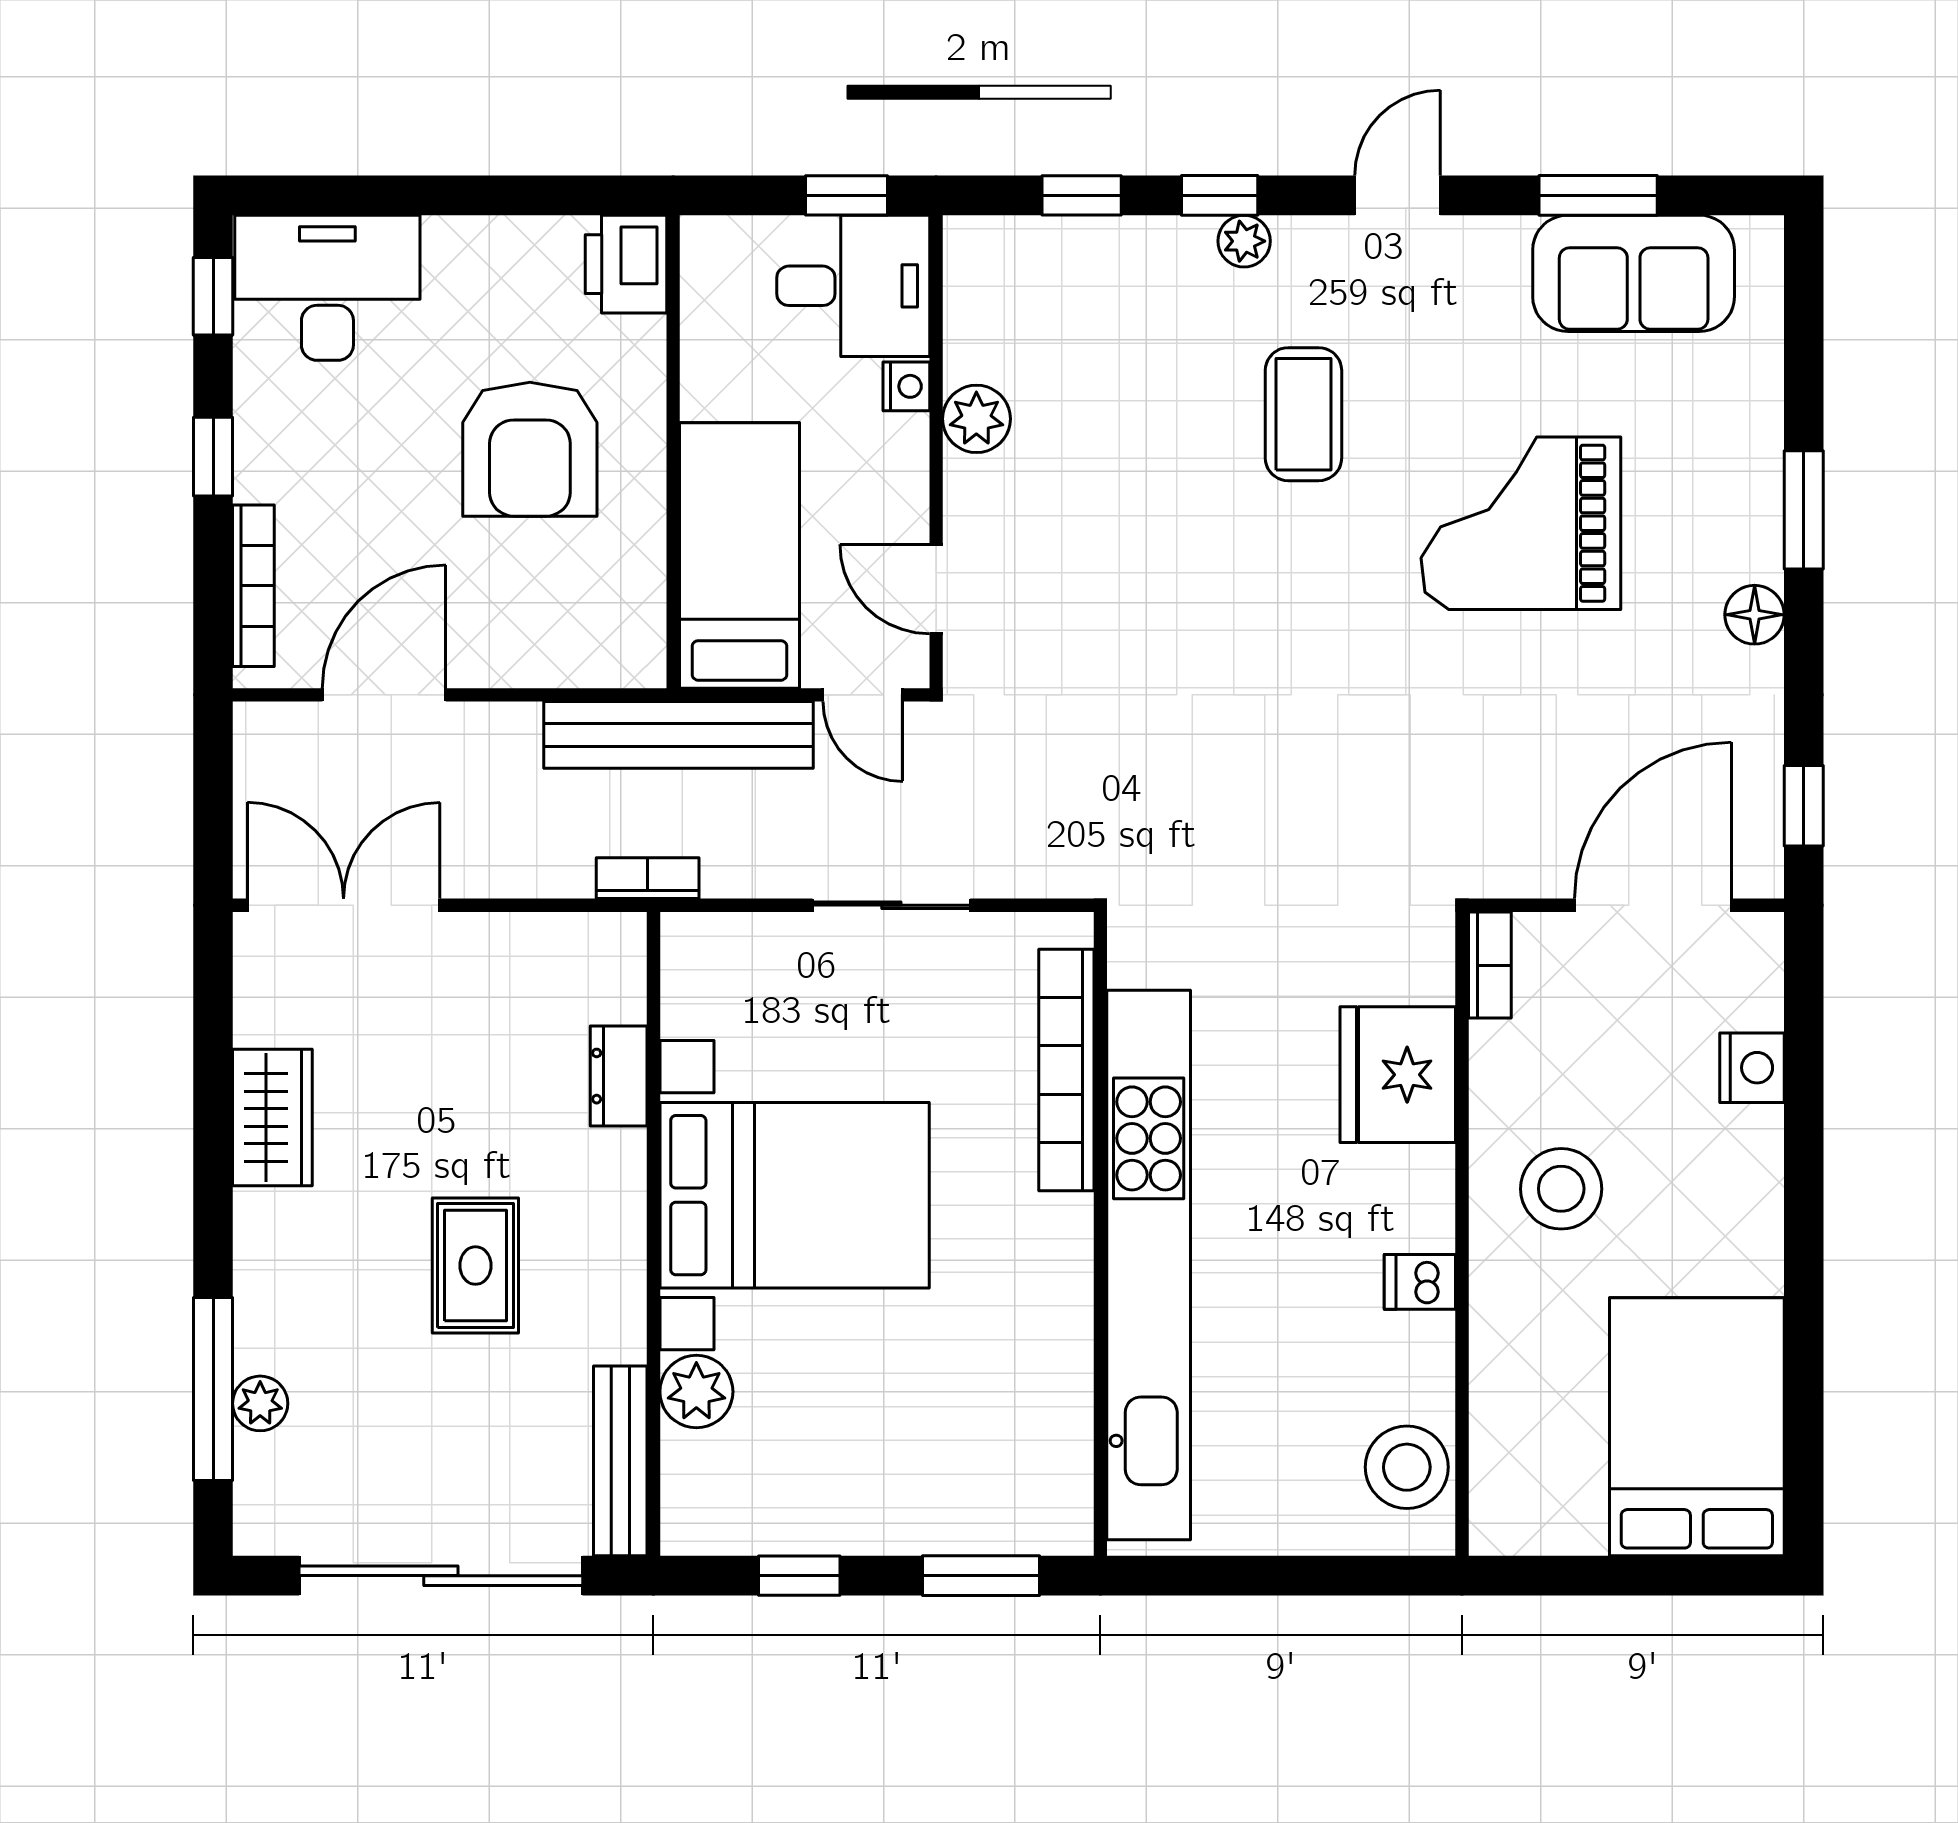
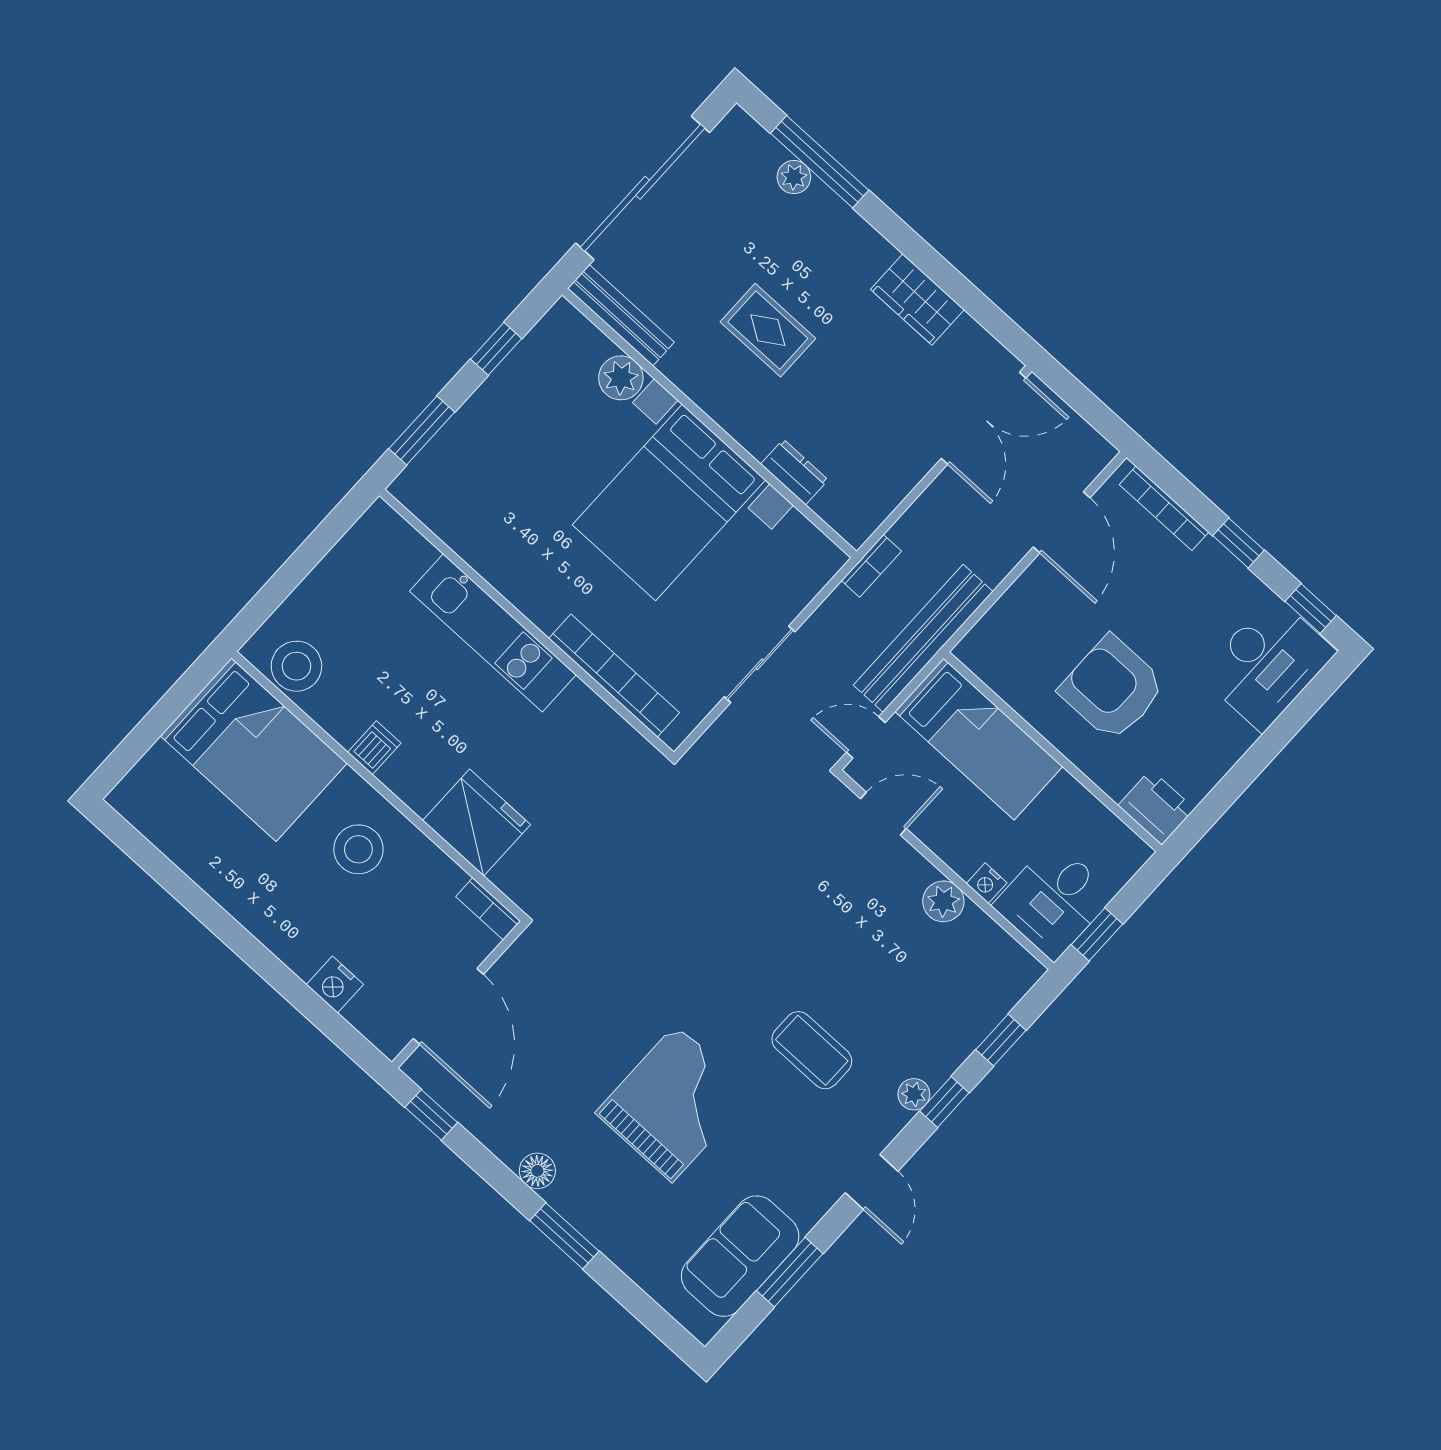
kitchen unit: (1149, 1265) -> (493, 633), width x0.54
bed: (1697, 1427) -> (254, 750), moved

